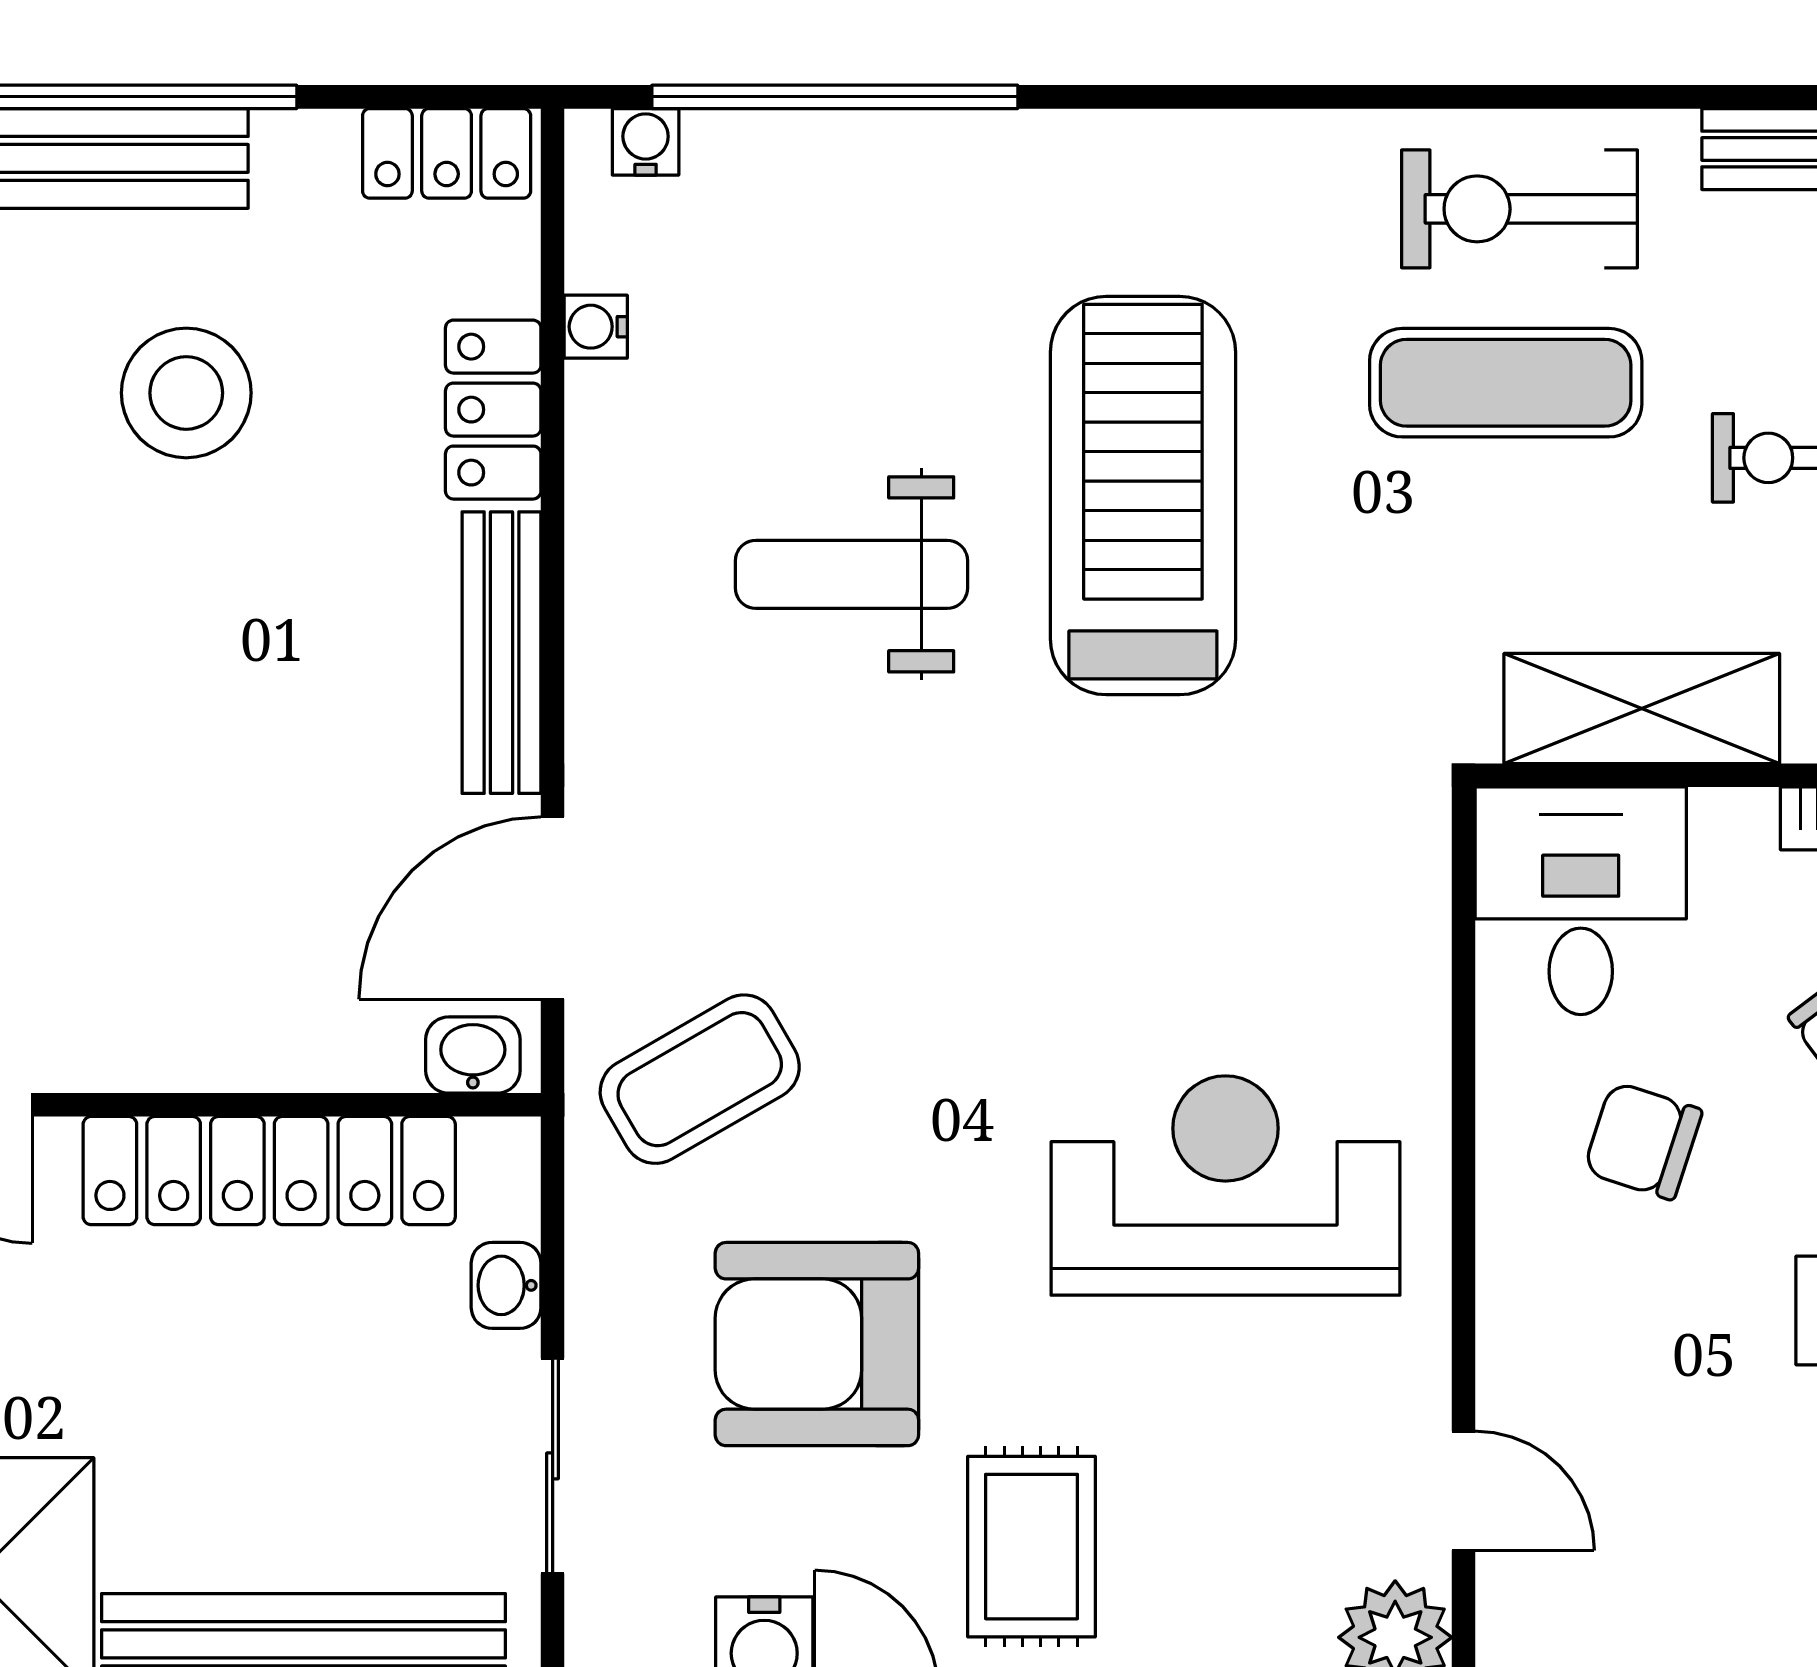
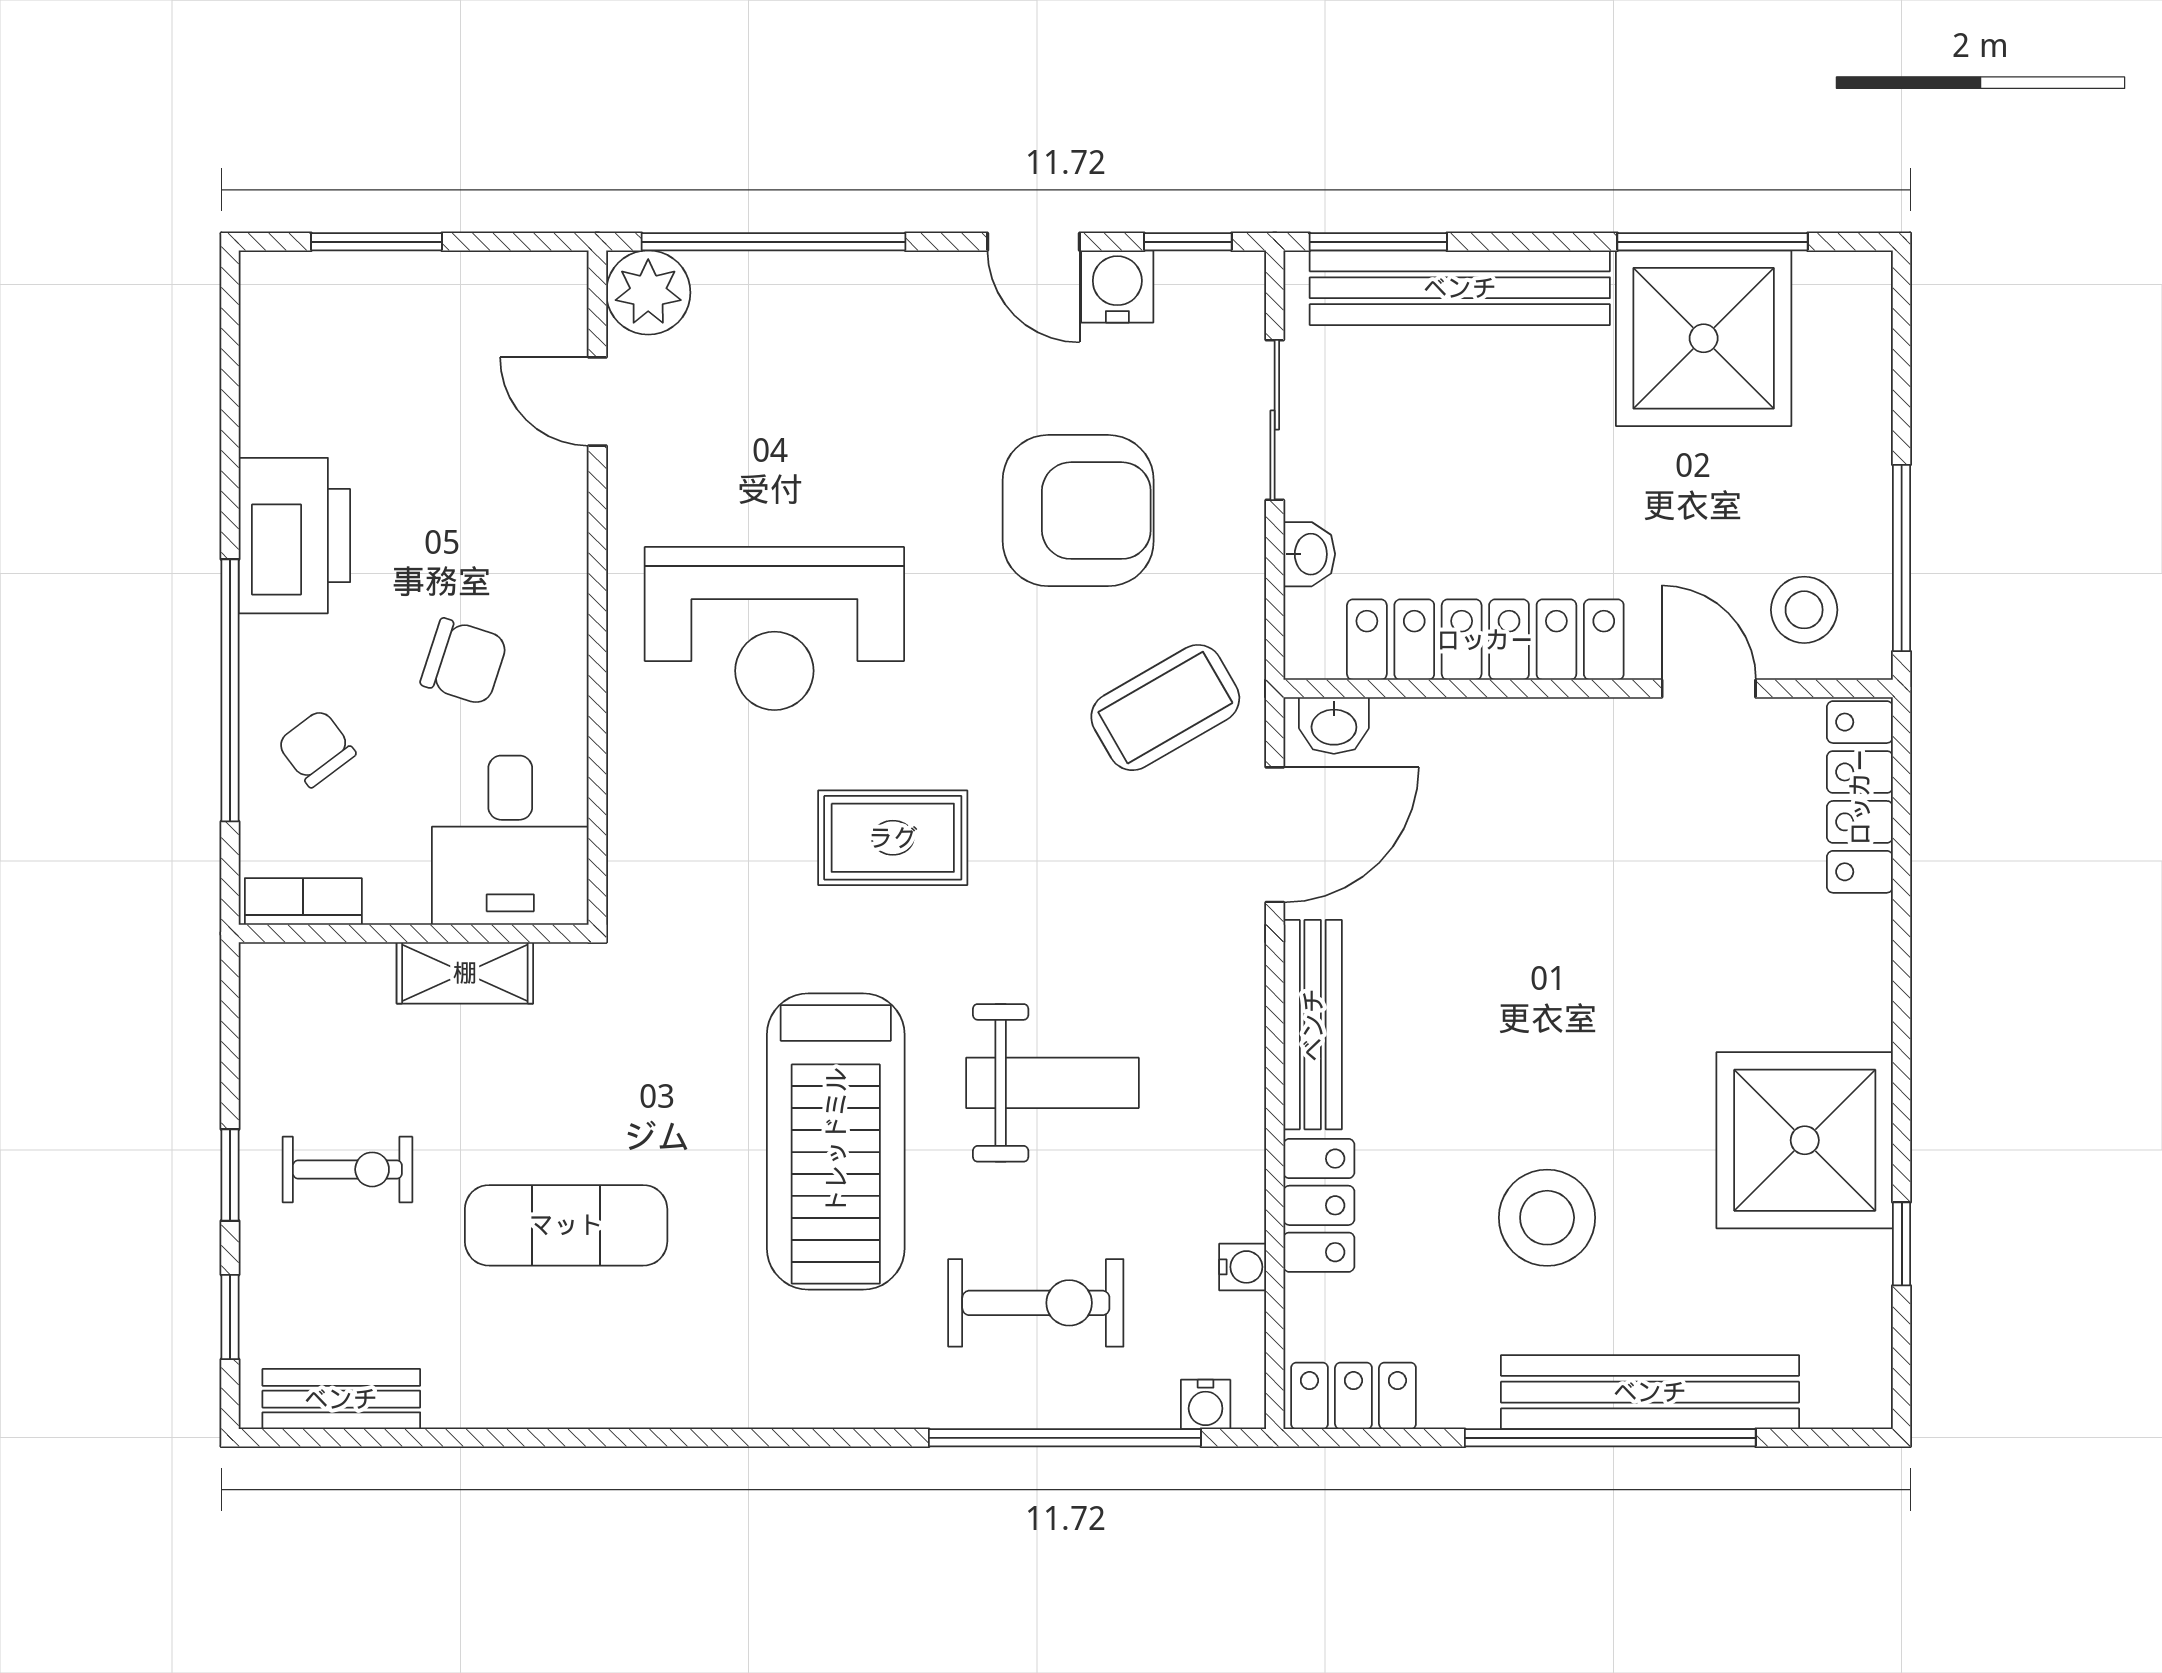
exercise bike: (1519, 209) -> (1036, 1303), moved
shelving: (1642, 709) -> (465, 973), width x0.67, depth x0.75
rug: (1031, 1547) -> (893, 838), moved, turned 90

